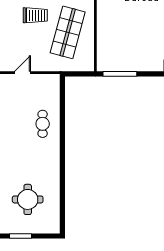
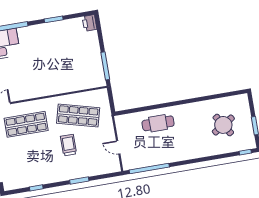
cafe table: (43, 124) -> (158, 123), width x1.37, depth x1.35
round table: (28, 199) -> (223, 125), turned -32

